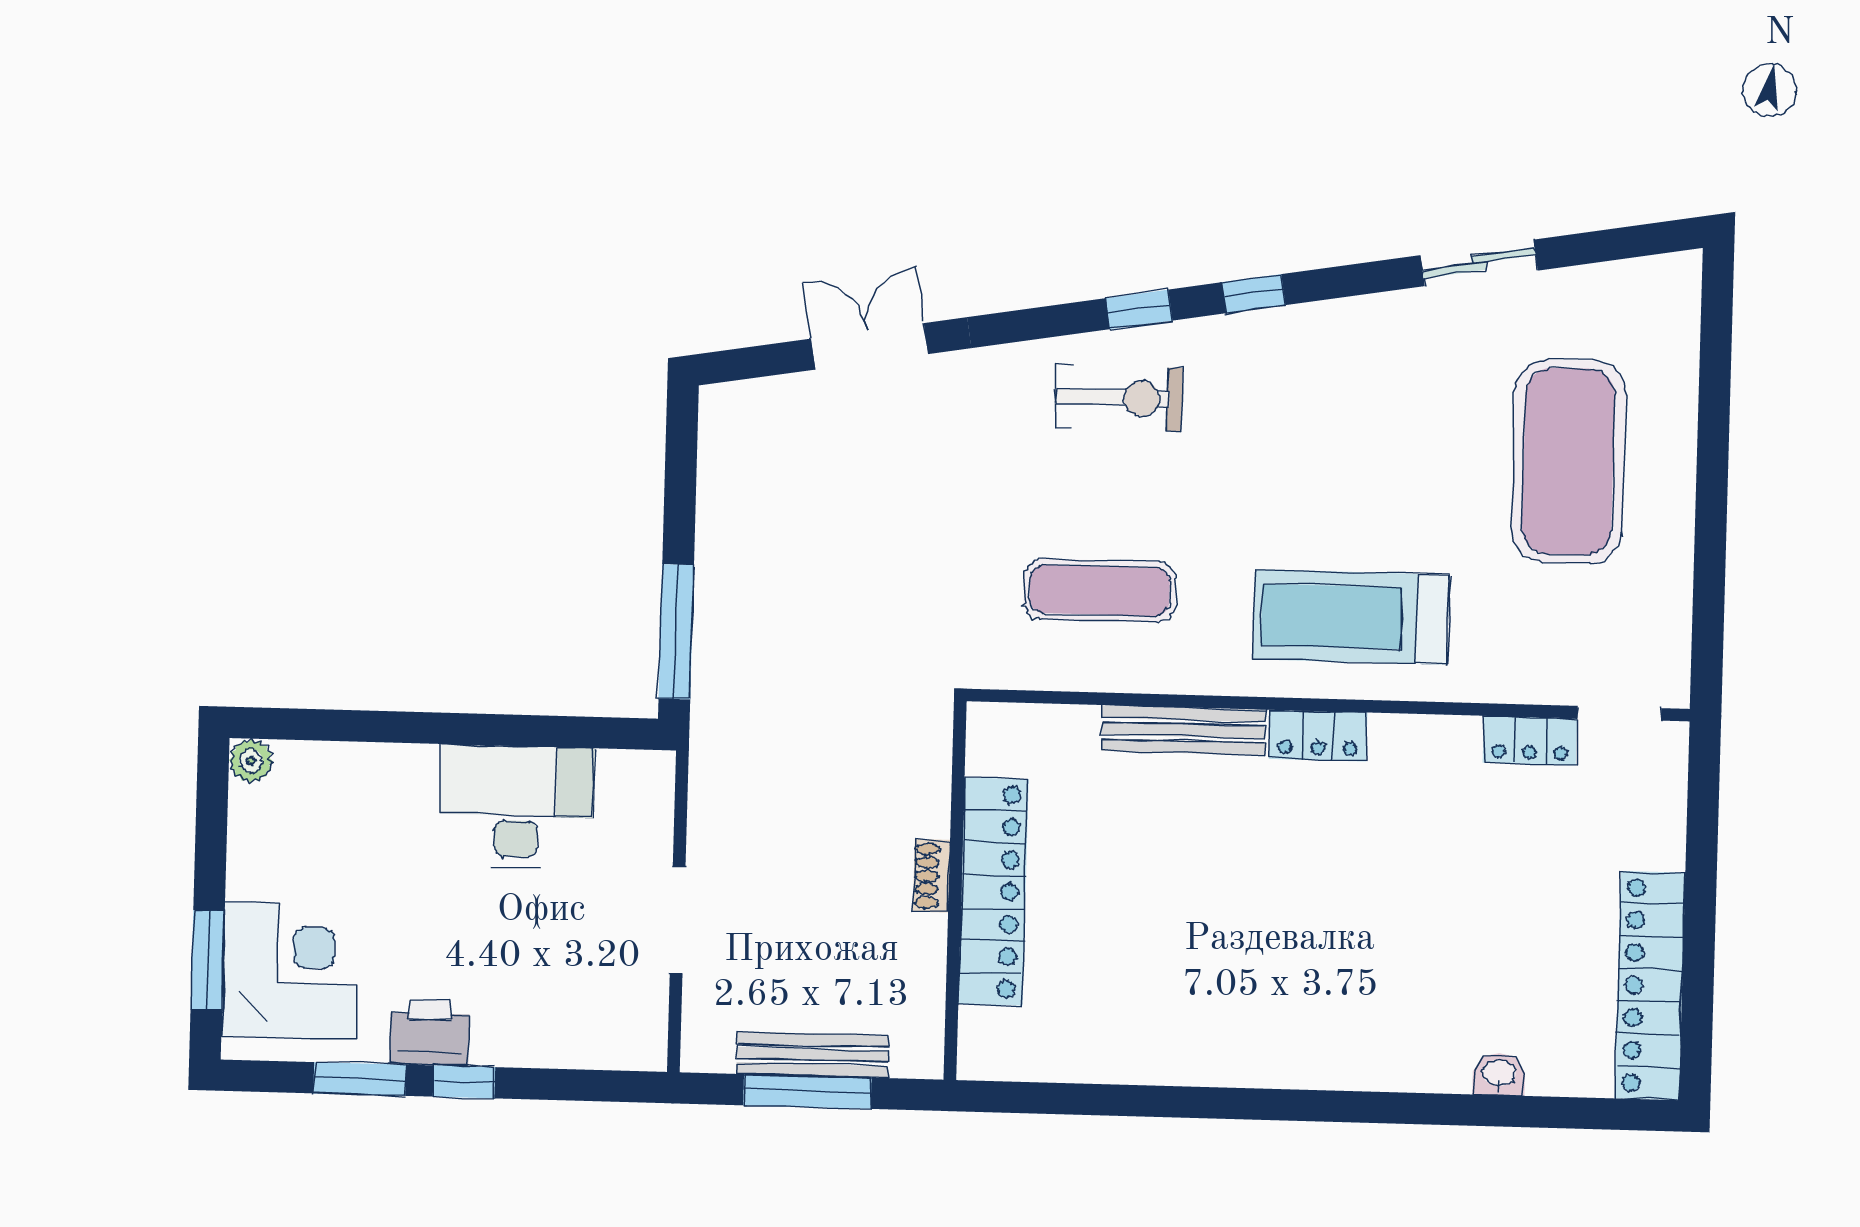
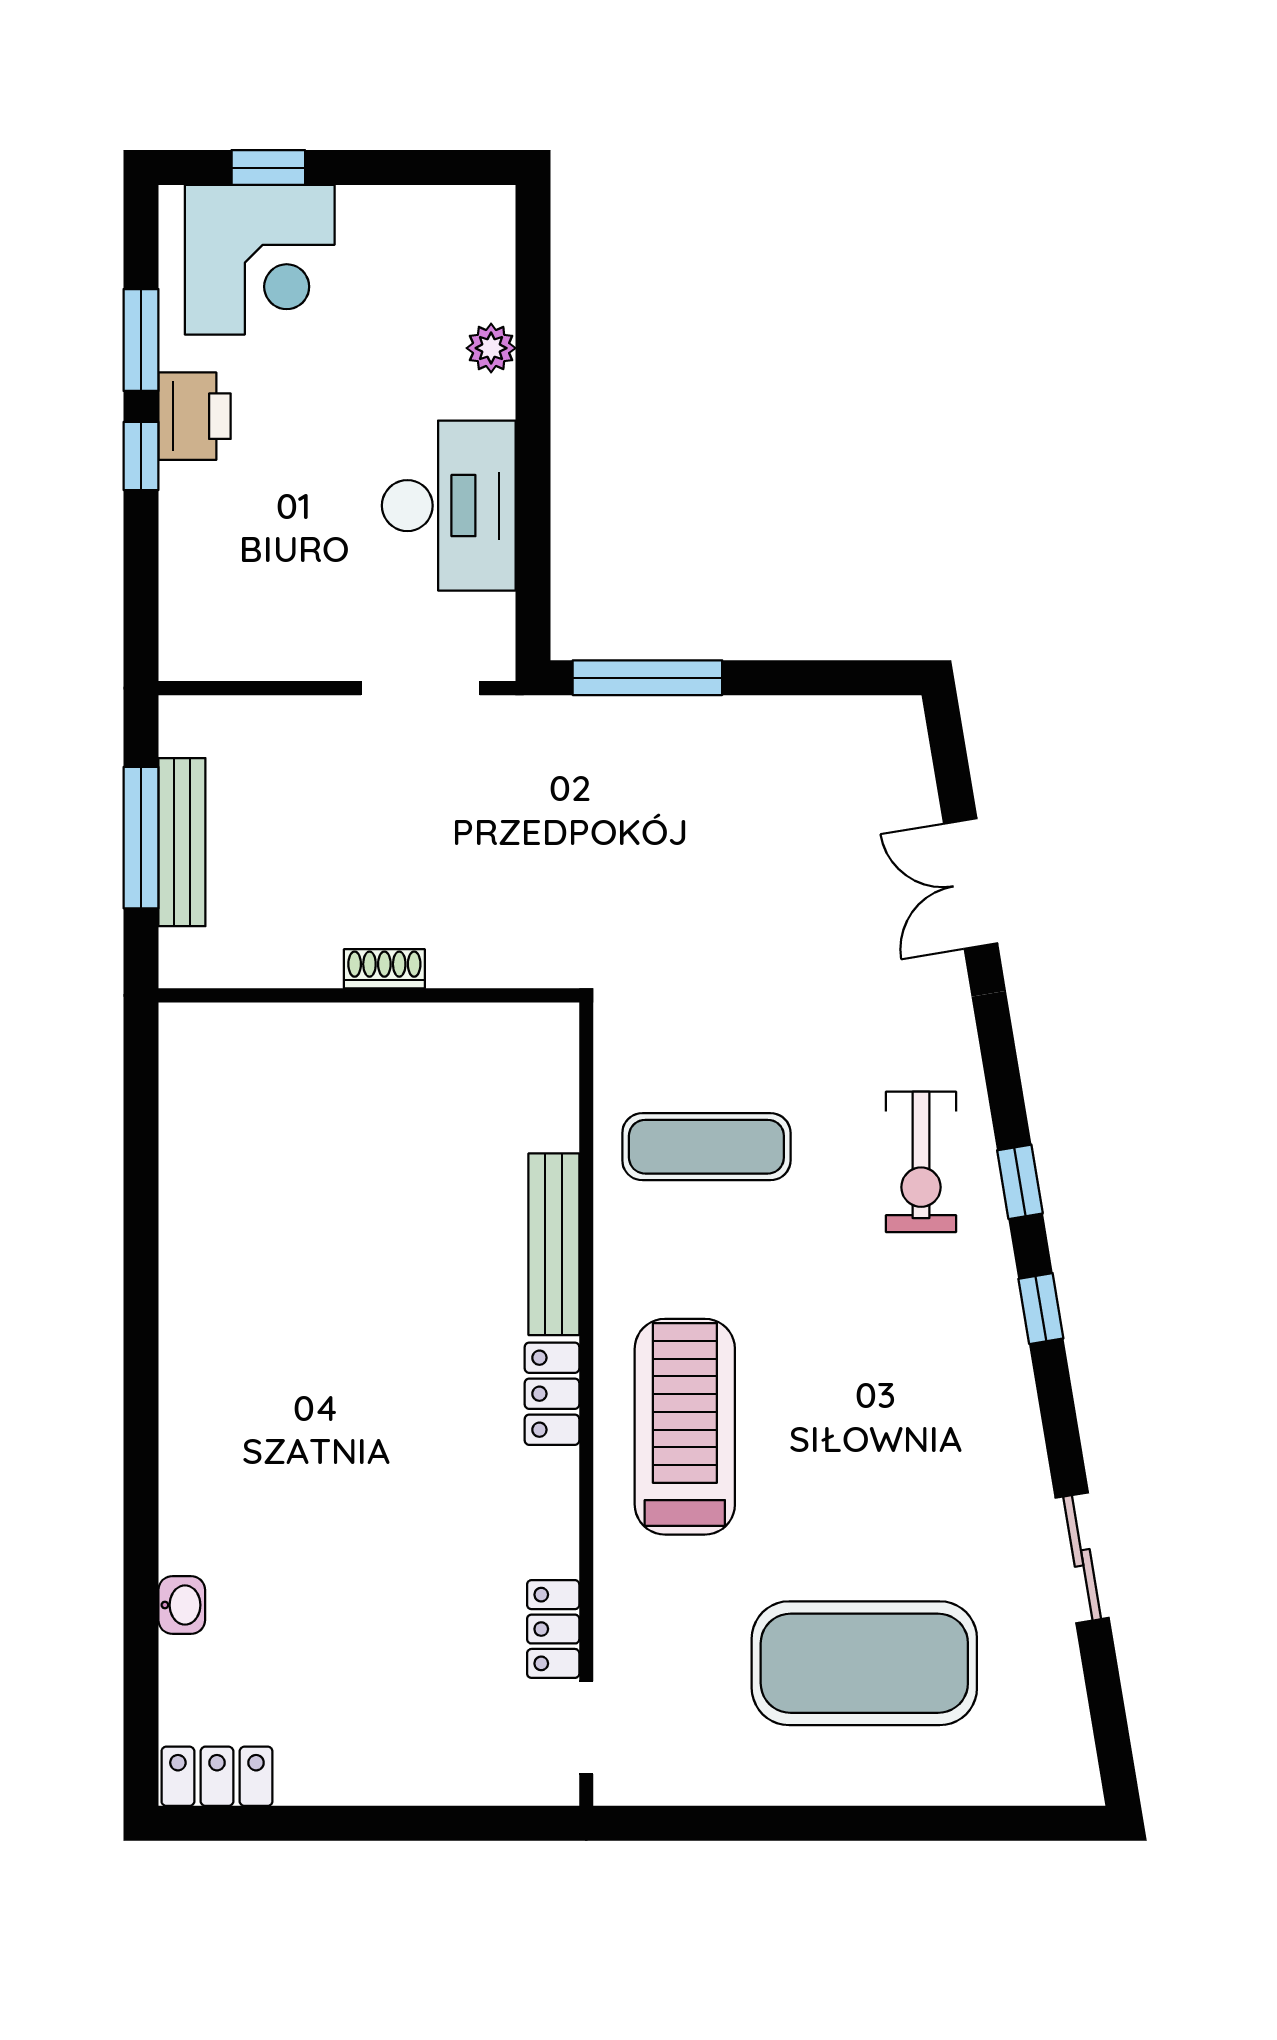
double door: (870, 346) -> (971, 884), swing flipped
exercise mat: (1100, 591) -> (706, 1147), turned 90
plant: (251, 761) -> (491, 348), moved
locker: (993, 892) -> (369, 1038), removed
doorway: (678, 920) -> (420, 688), moved
window: (208, 960) -> (268, 168), width x0.67
locker: (1650, 986) -> (217, 1776), width x0.46, depth x0.83

